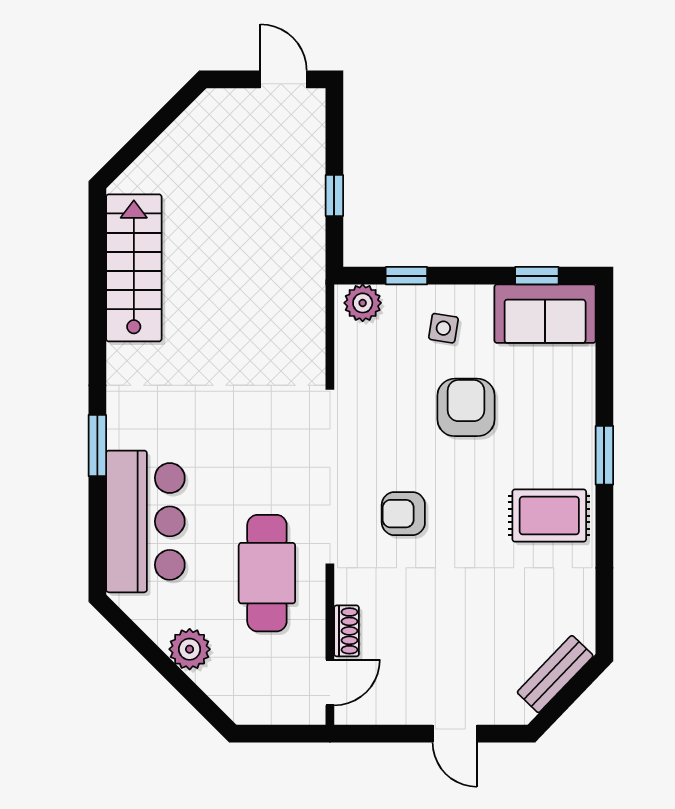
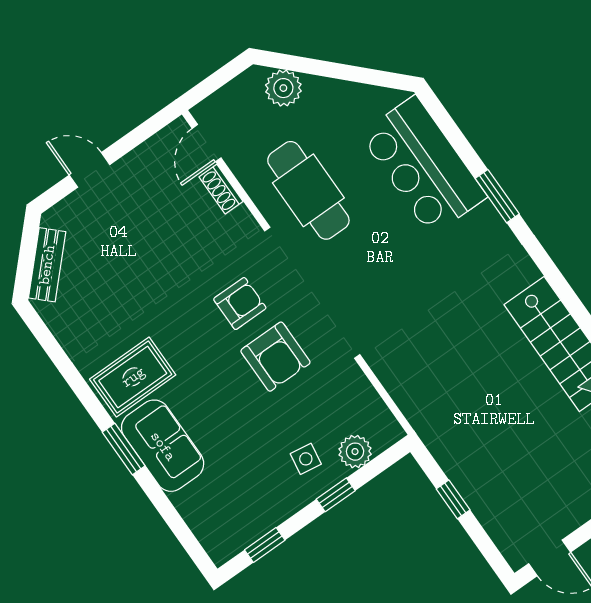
window: (406, 276) -> (336, 495), moved
plant: (363, 303) -> (355, 452), moved
sofa: (545, 314) -> (163, 446), moved, turned 90
armchair: (466, 407) -> (275, 357), moved
plant: (190, 649) -> (283, 88), moved

